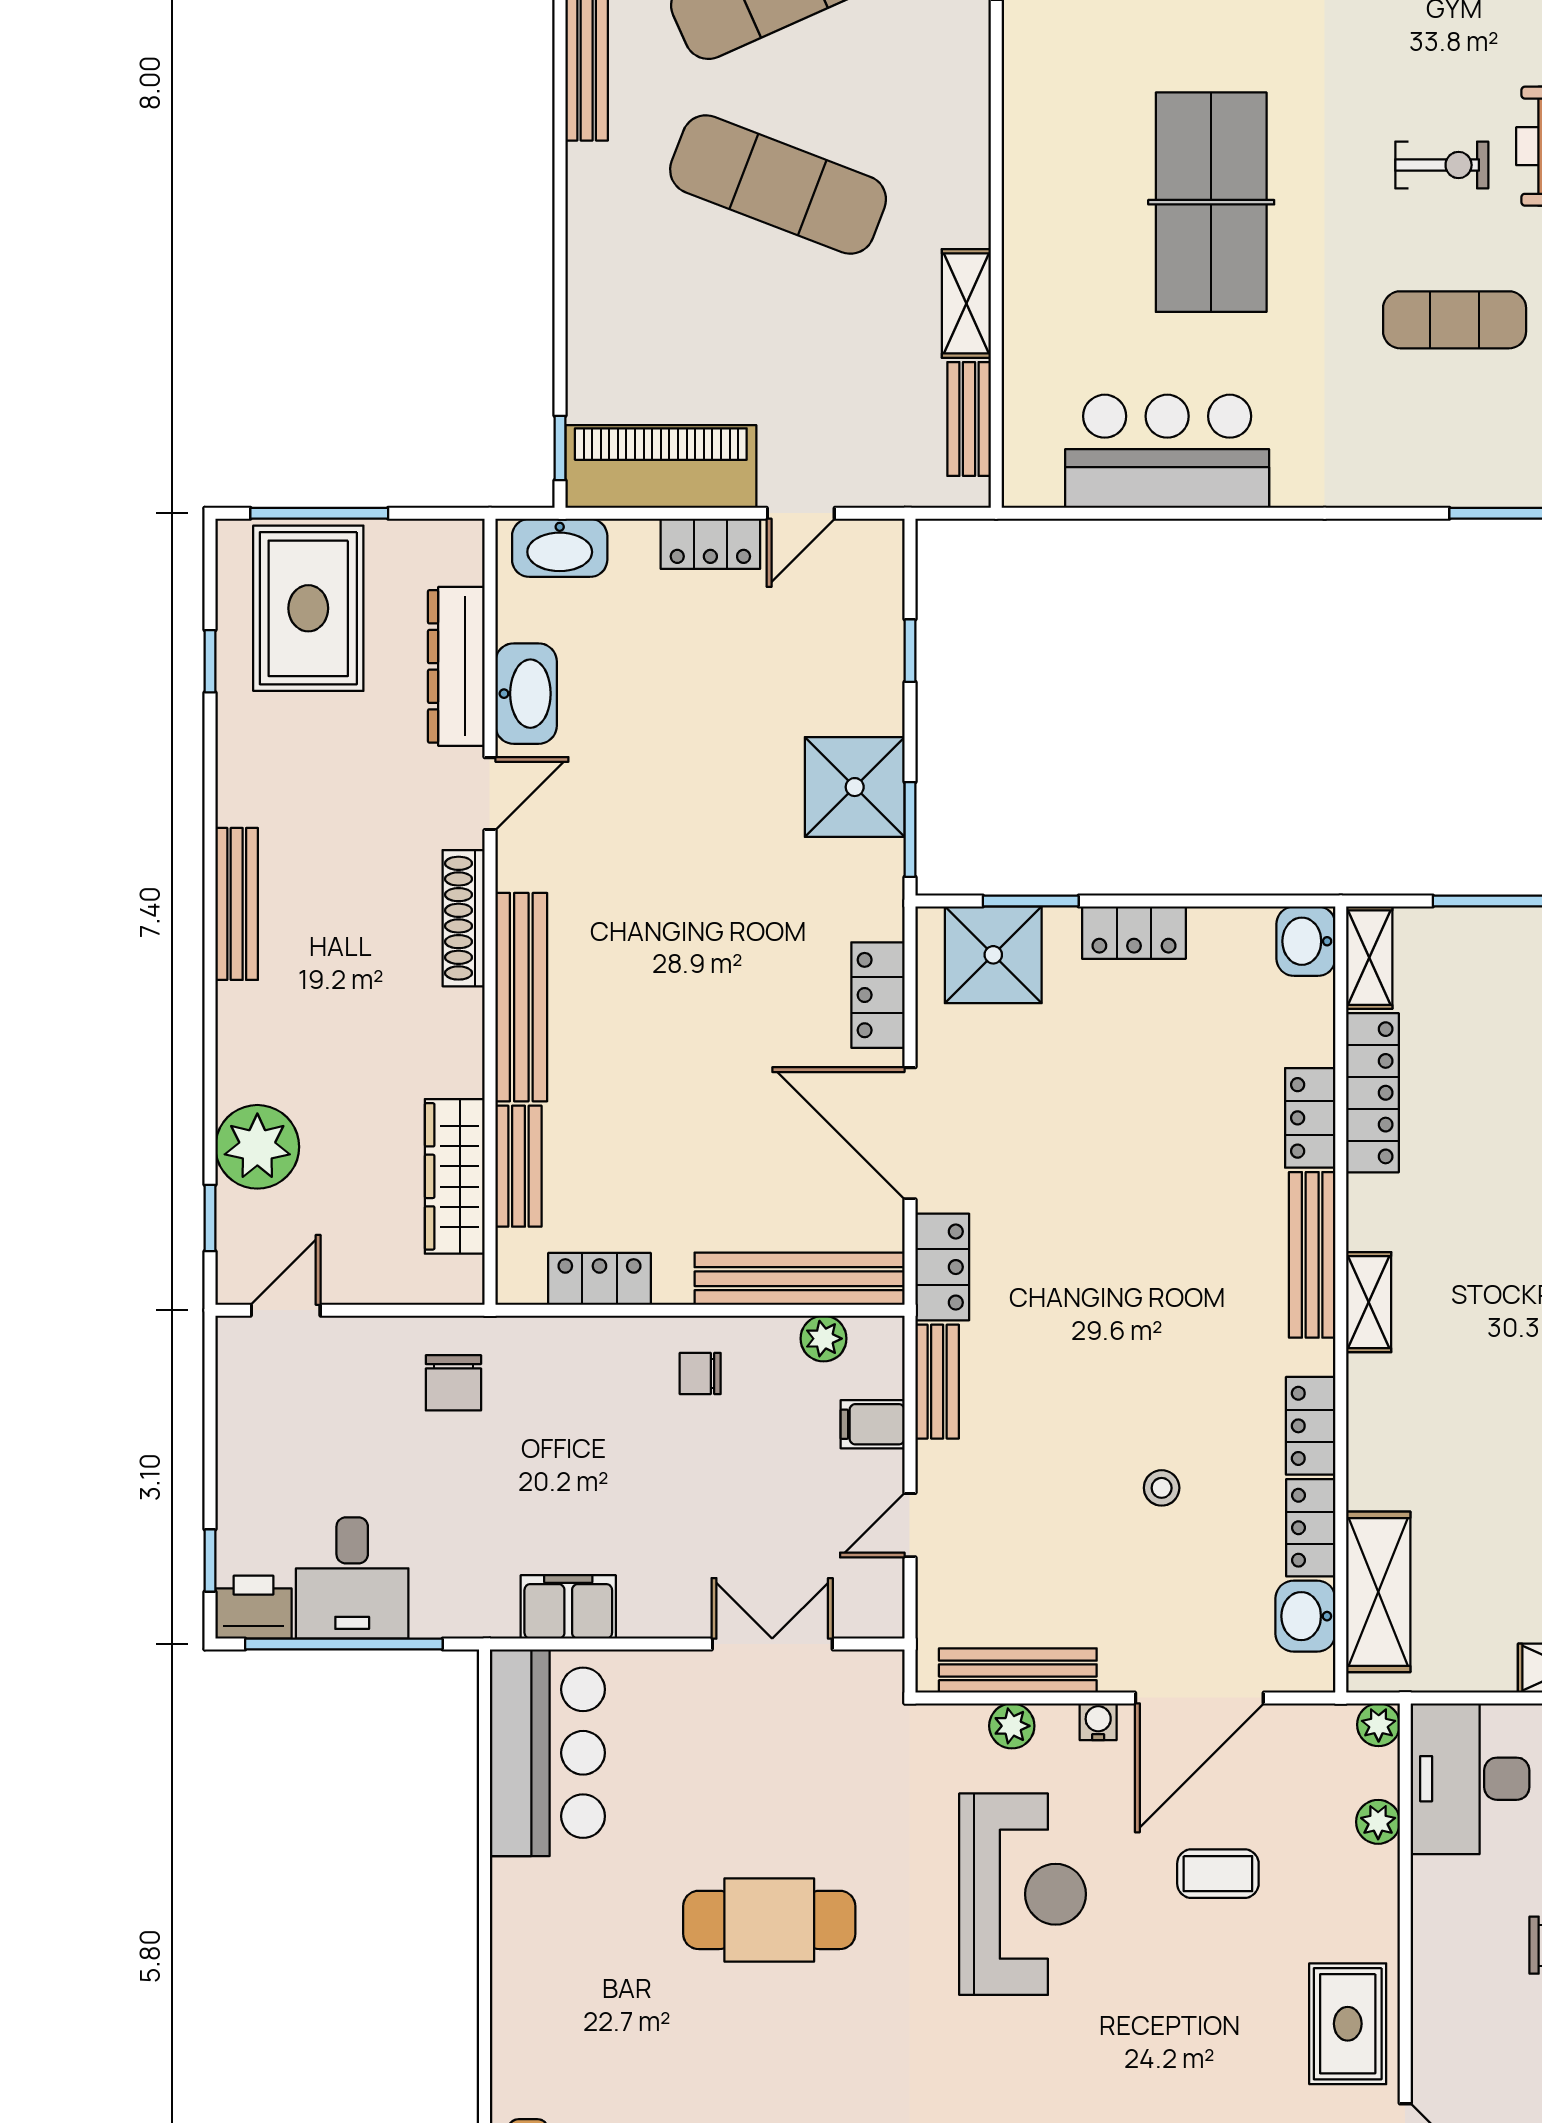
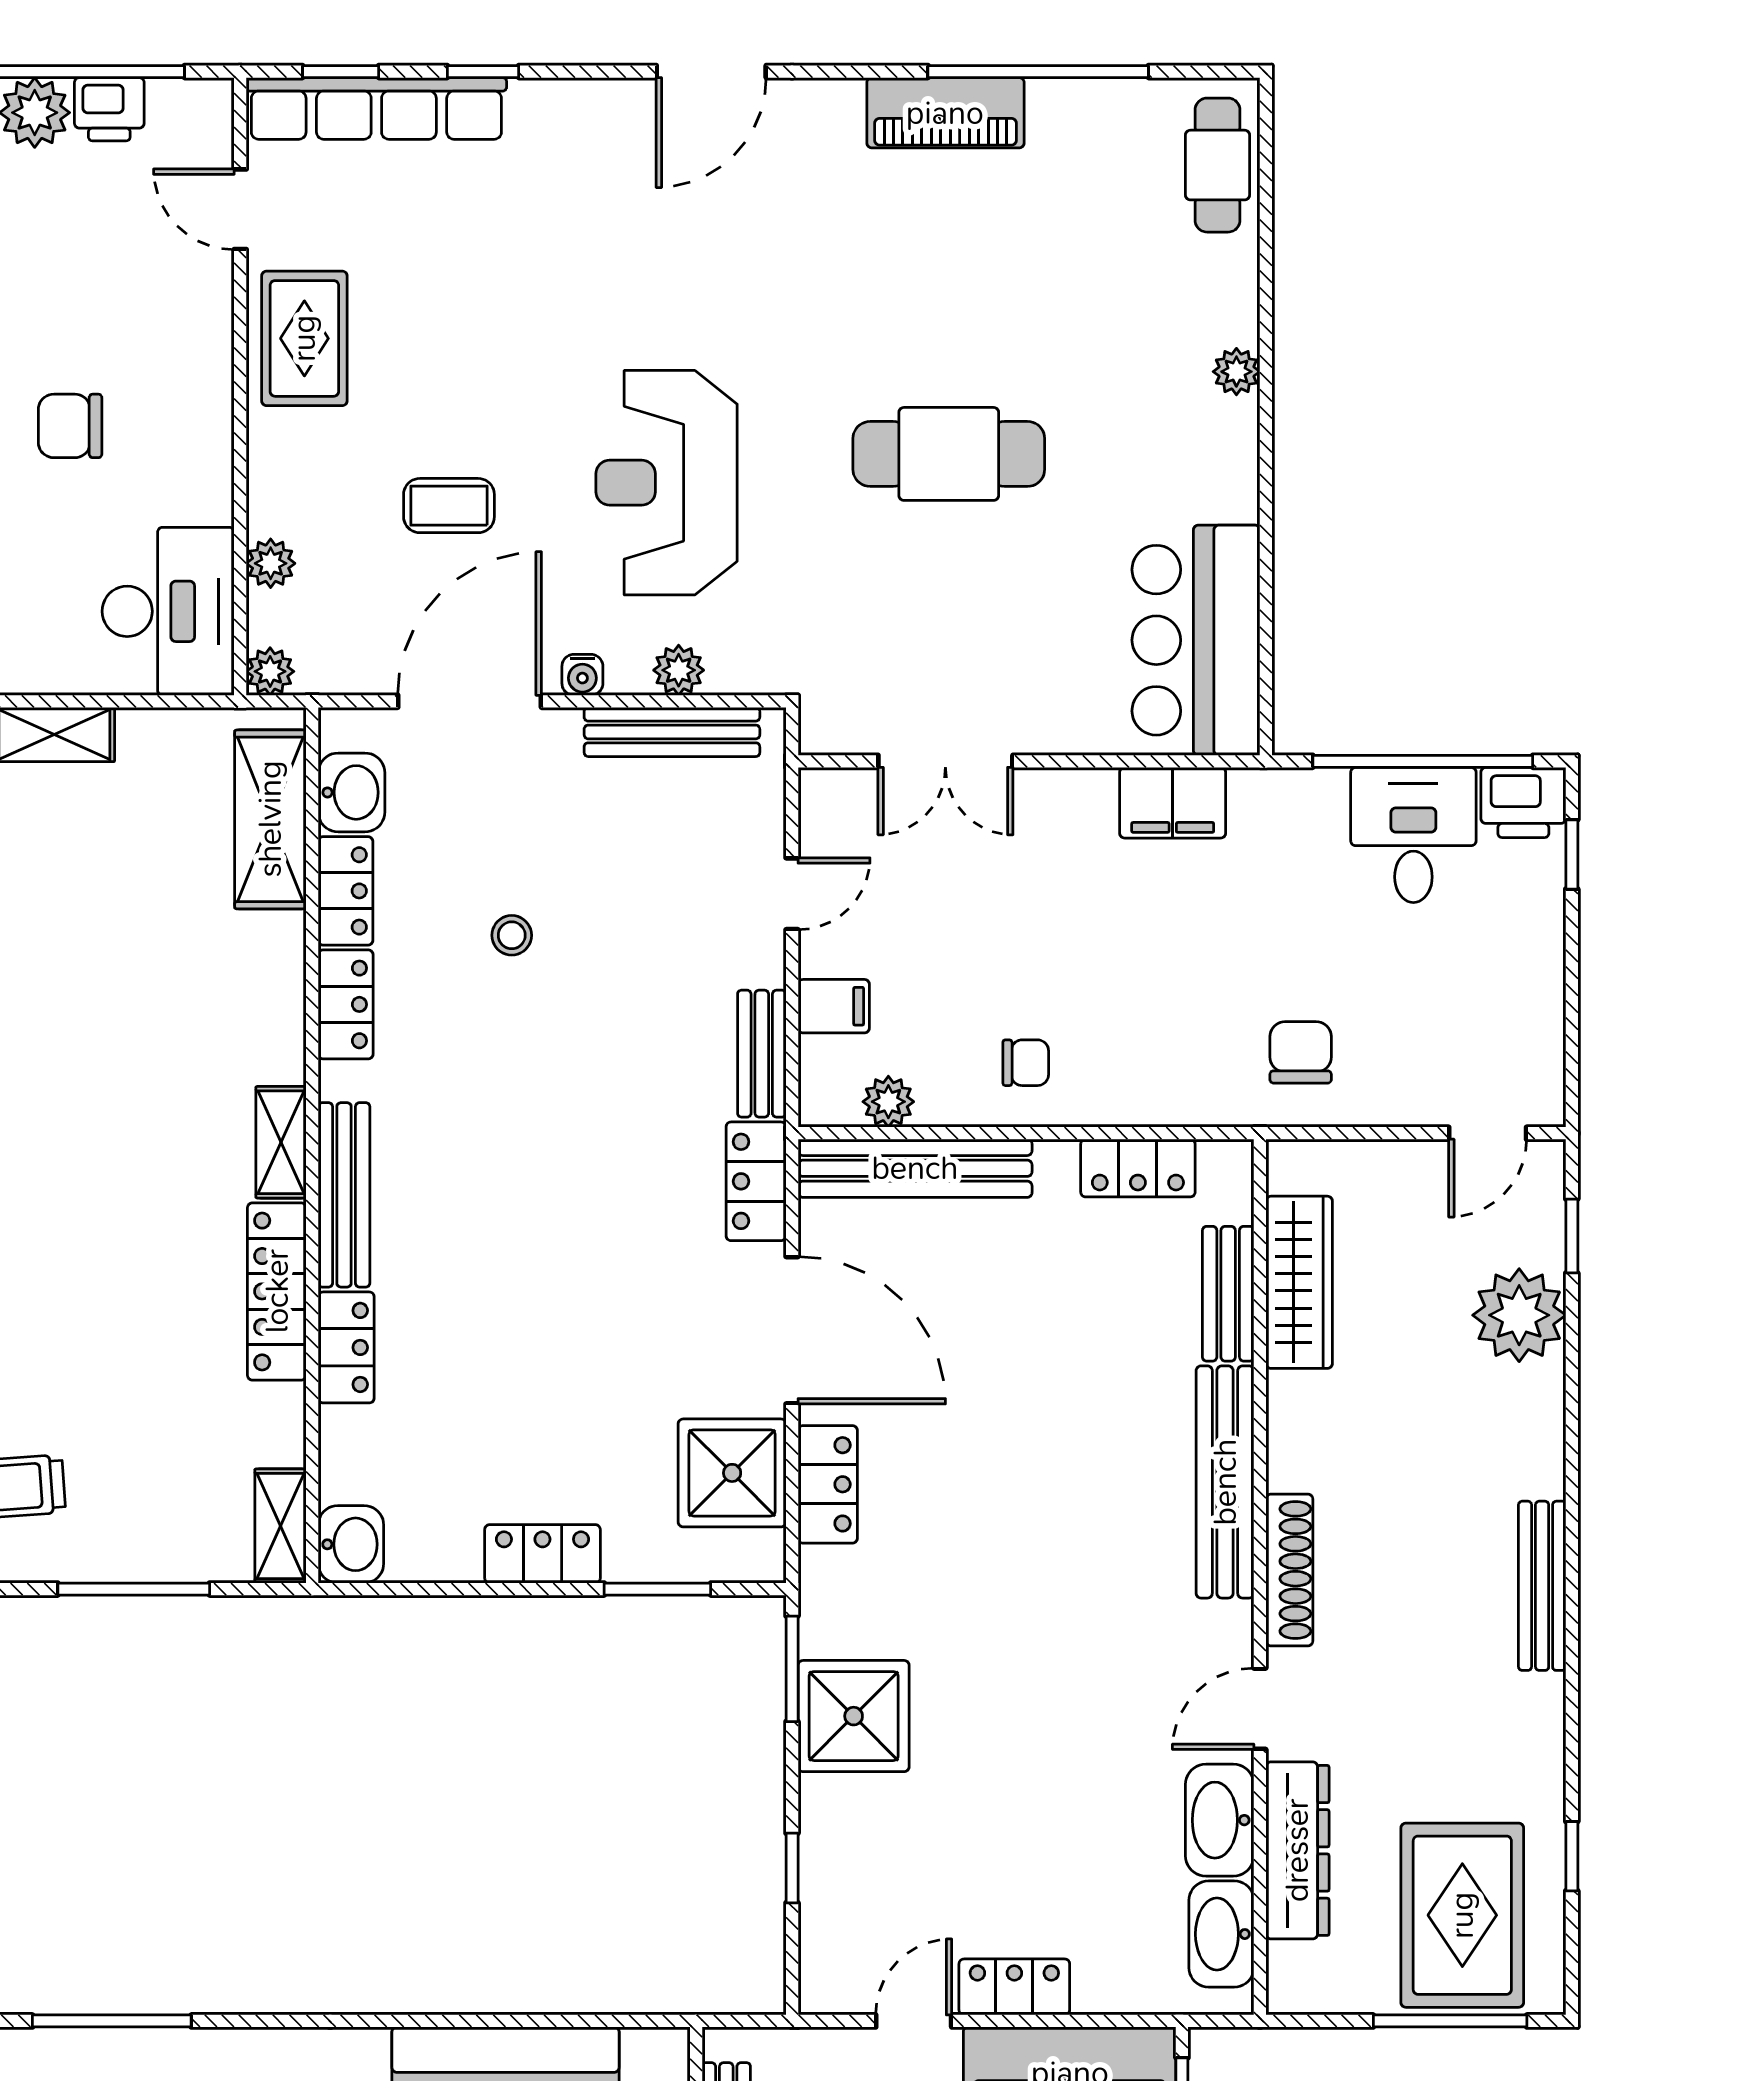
washbasin: (560, 548) -> (1221, 1934), moved, turned -90
shower: (993, 955) -> (732, 1473), moved
locker: (1372, 1093) -> (277, 1291), moved
plant: (511, 1994) -> (1236, 372), added

